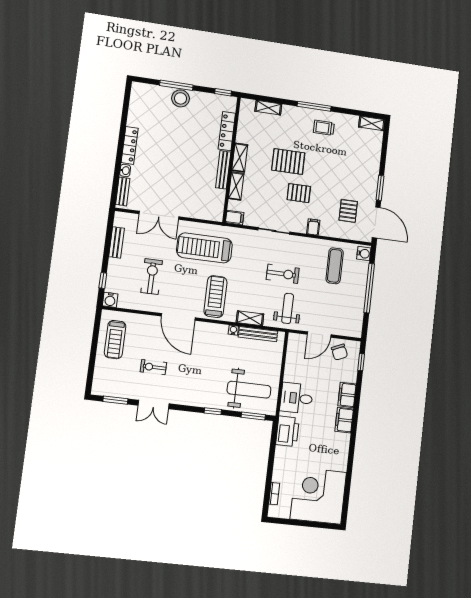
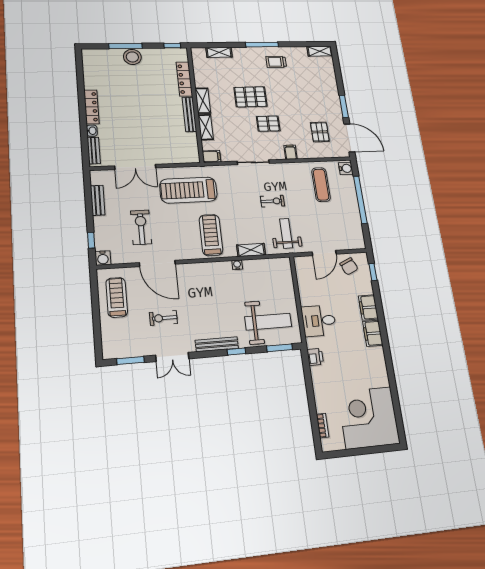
exercise bike: (283, 274) -> (272, 201), width x0.73, depth x0.72
door: (178, 317) -> (157, 263), moved
bench: (258, 334) -> (217, 344), moved
treadmill: (115, 340) -> (117, 297), turned 180
printer: (287, 431) -> (315, 357), width x0.53, depth x0.68

